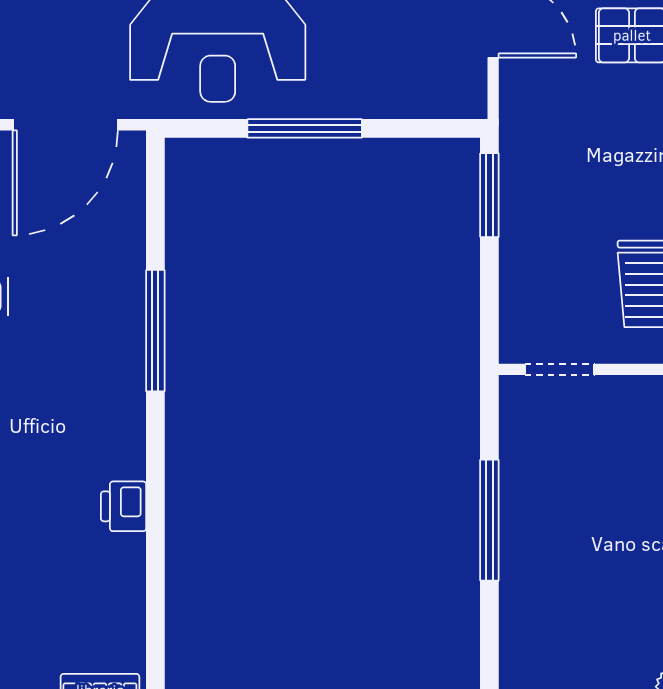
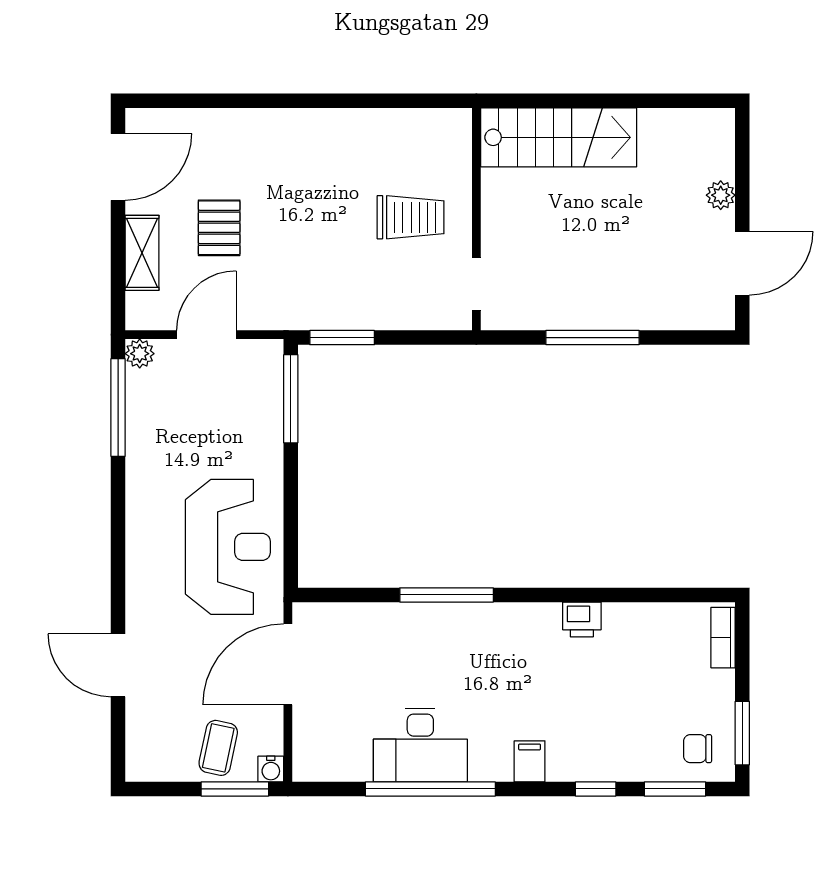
door: (65, 125) -> (288, 664), swing flipped
window: (305, 128) -> (291, 399), moved

